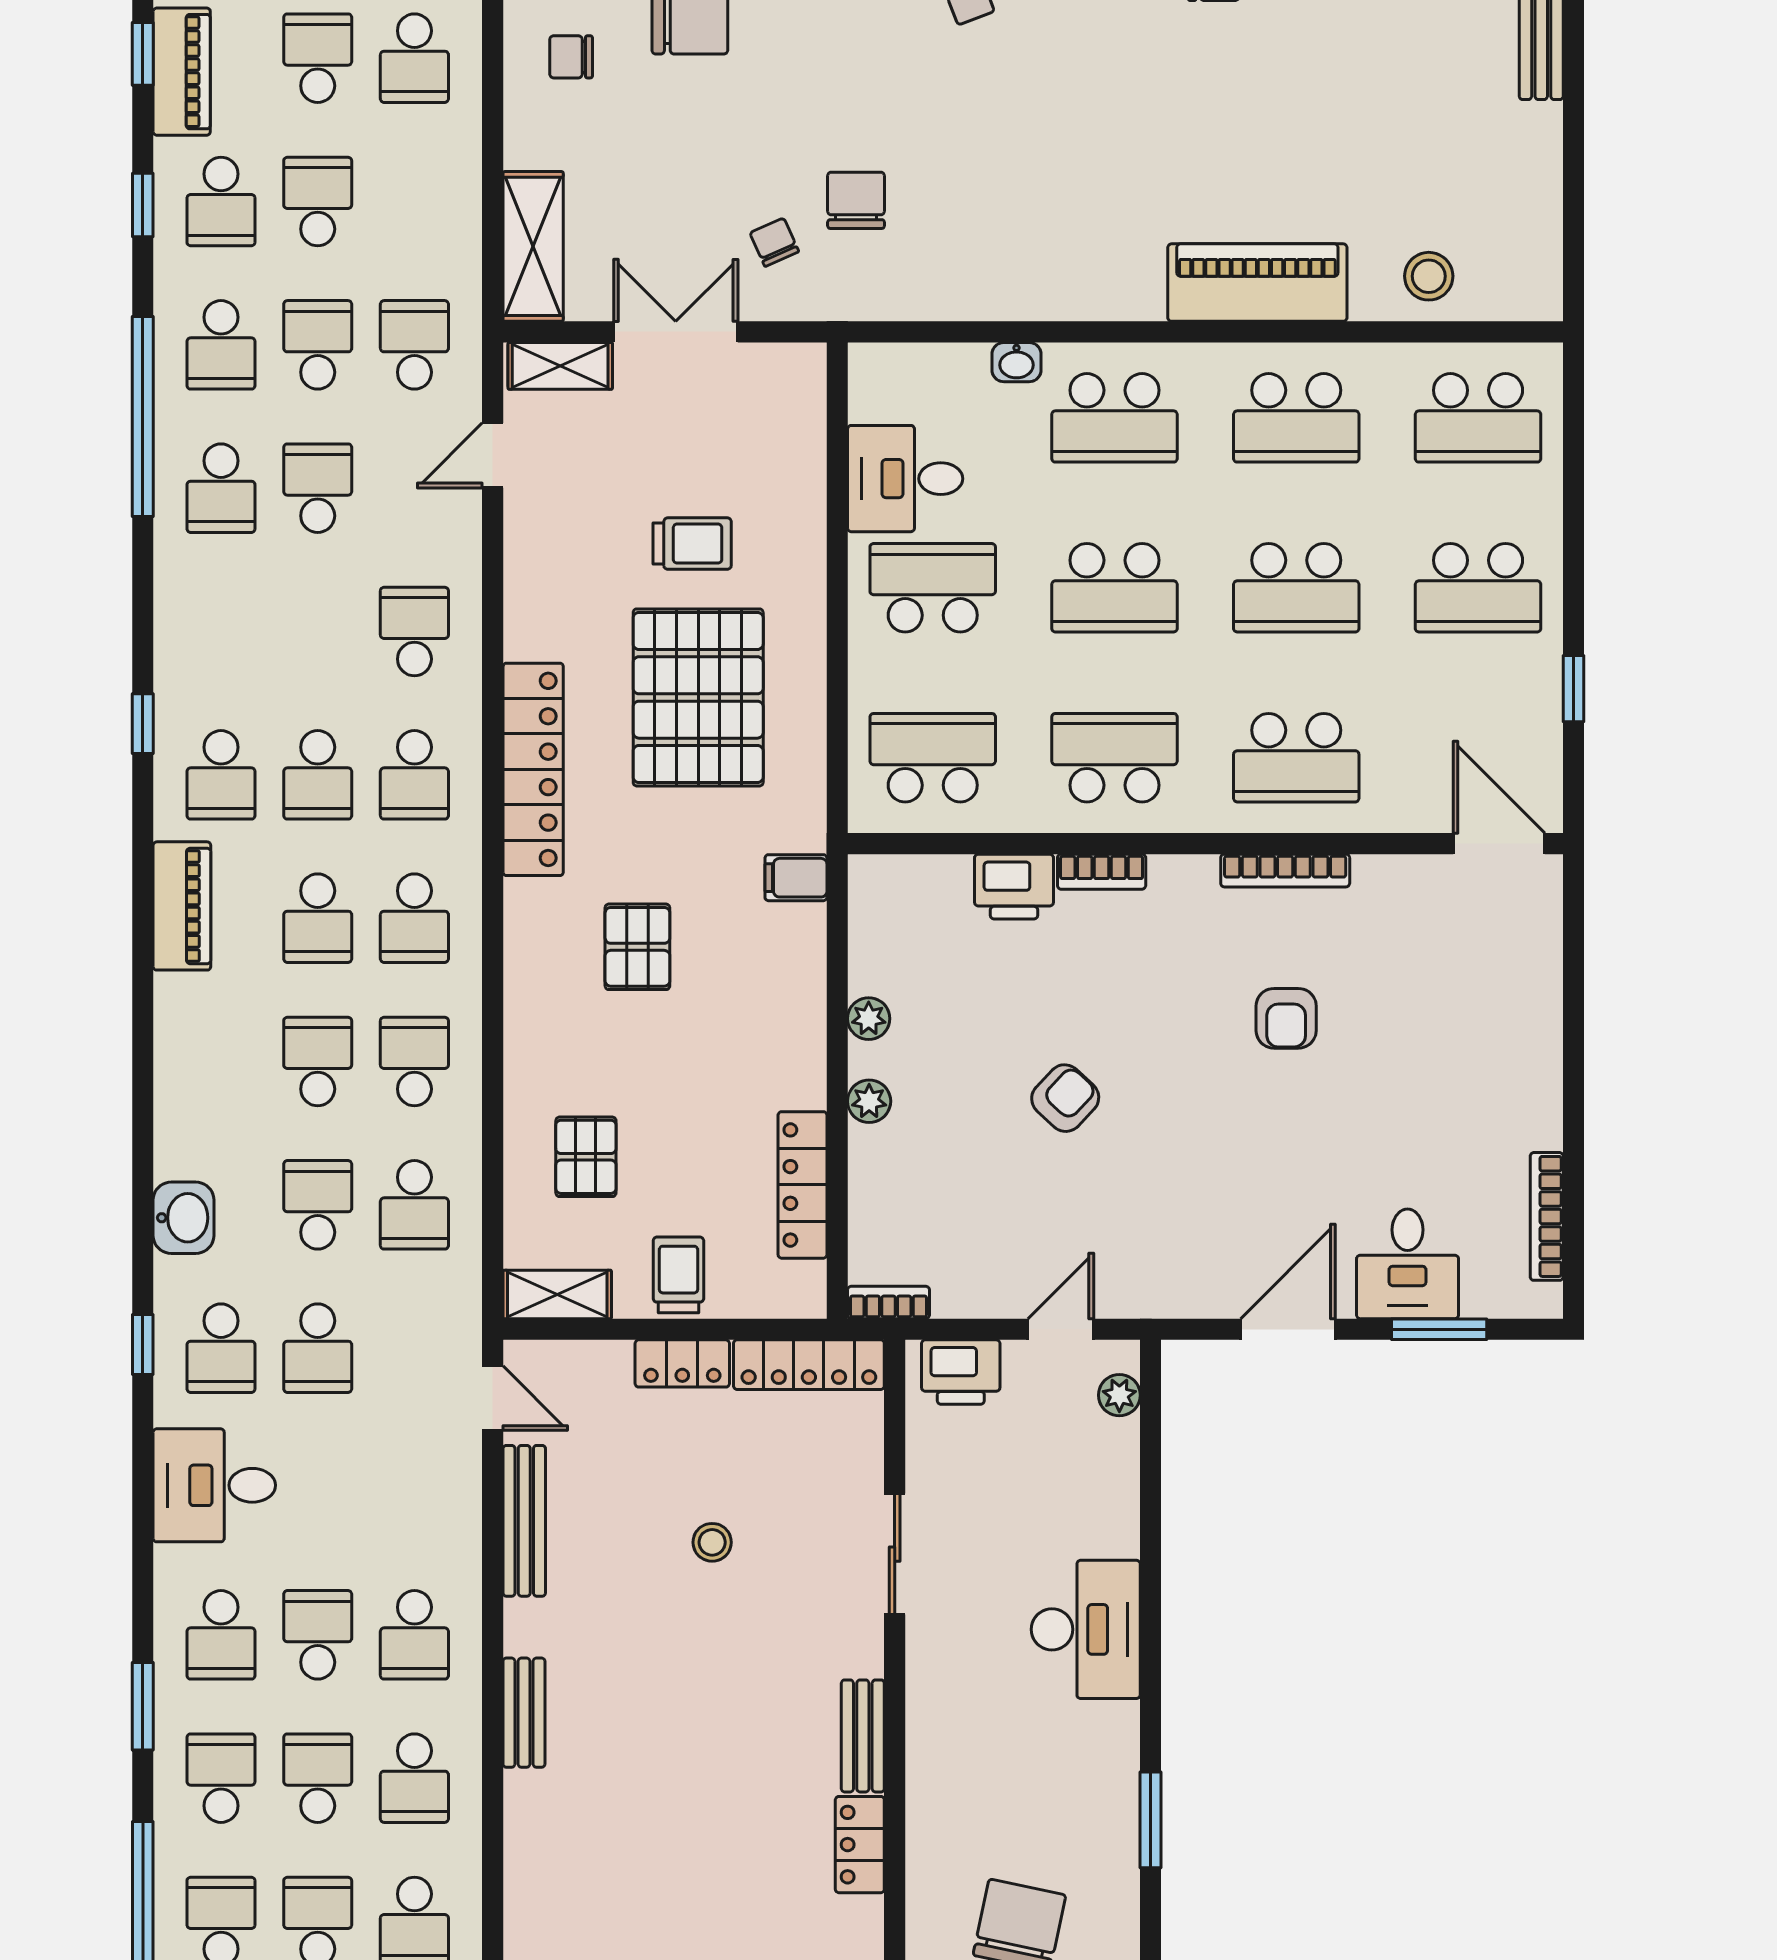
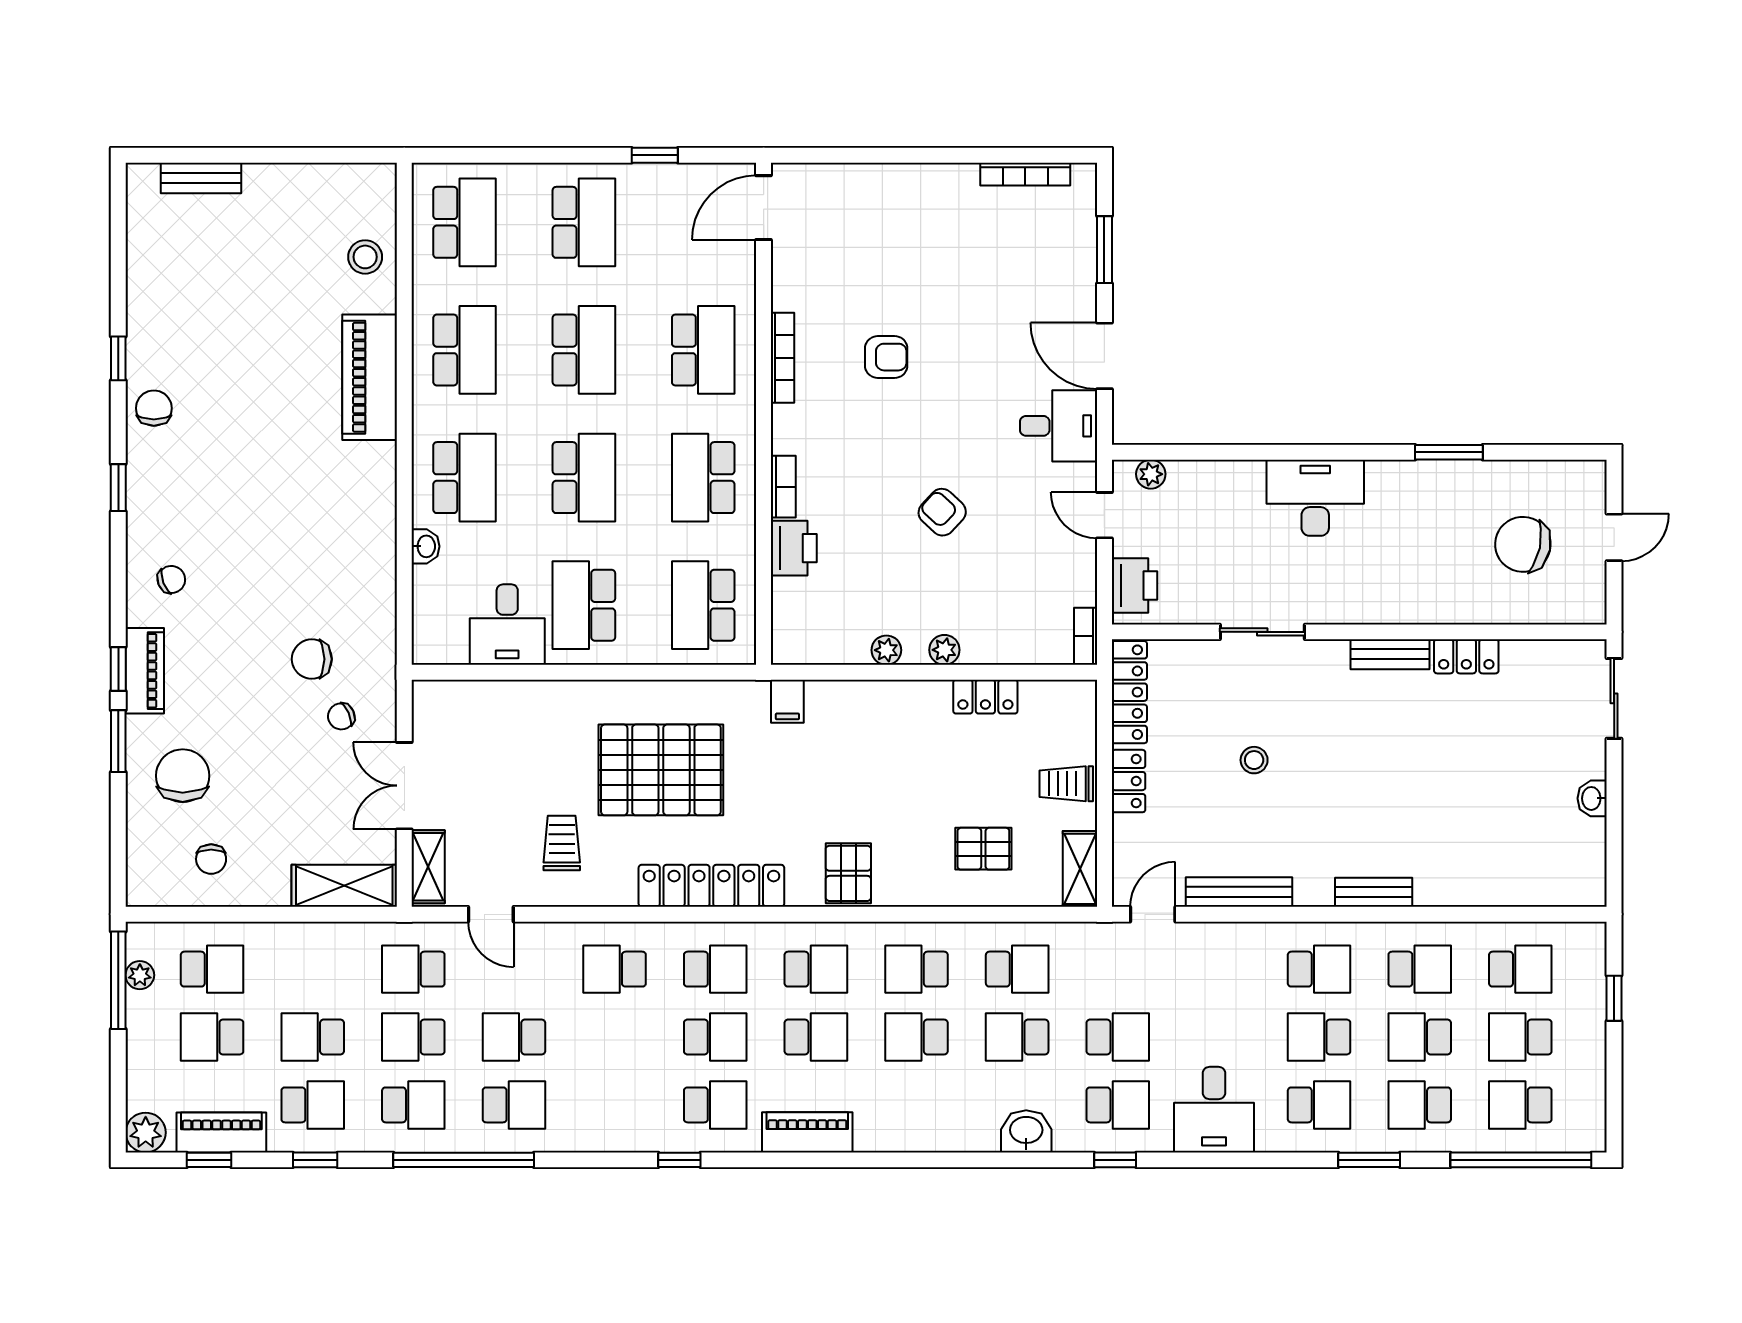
trolley: (692, 544) -> (562, 843), moved
pallet: (637, 947) -> (848, 873), moved, turned 90
locker: (803, 1185) -> (985, 697), width x0.66
desk: (1408, 1264) -> (1059, 426), moved

